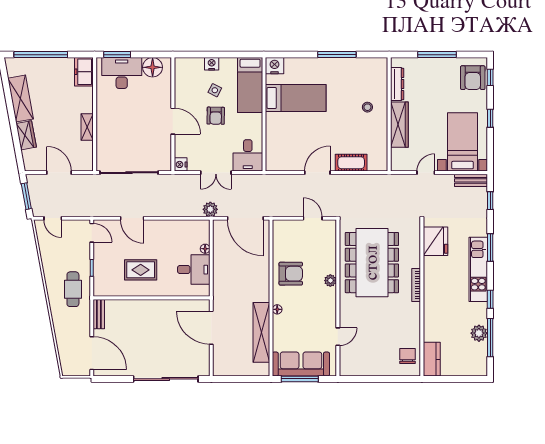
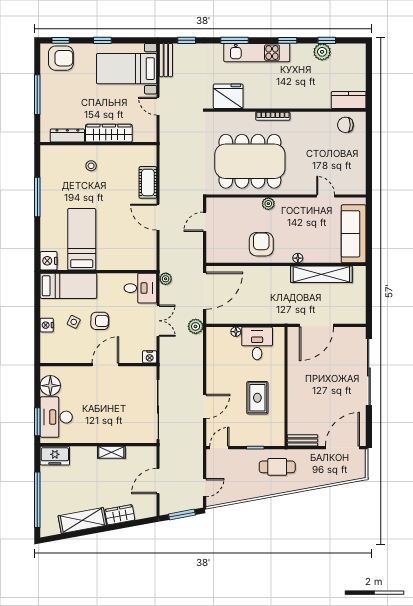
plant: (257, 180) -> (166, 279), added
window: (490, 338) -> (327, 40), width x0.46
window: (300, 379) -> (369, 235), removed

